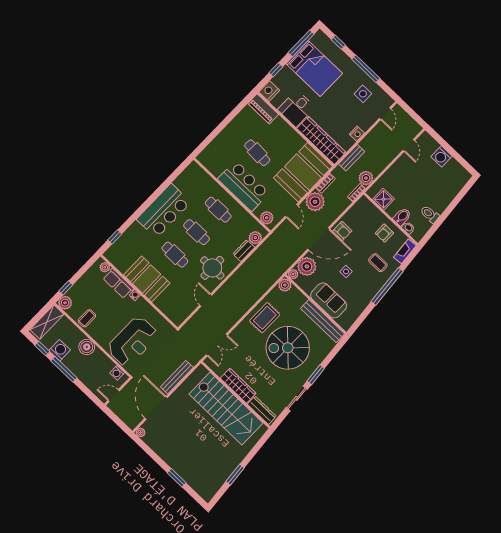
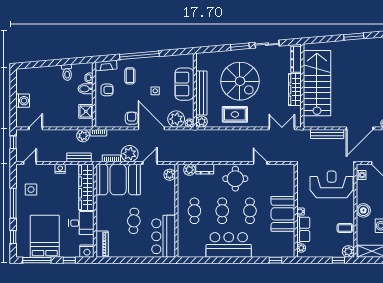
window: (415, 116) -> (13, 142), added
bar counter: (244, 186) -> (164, 236), moved
door: (206, 300) -> (260, 163), swing flipped
bench: (323, 321) -> (201, 93), moved

